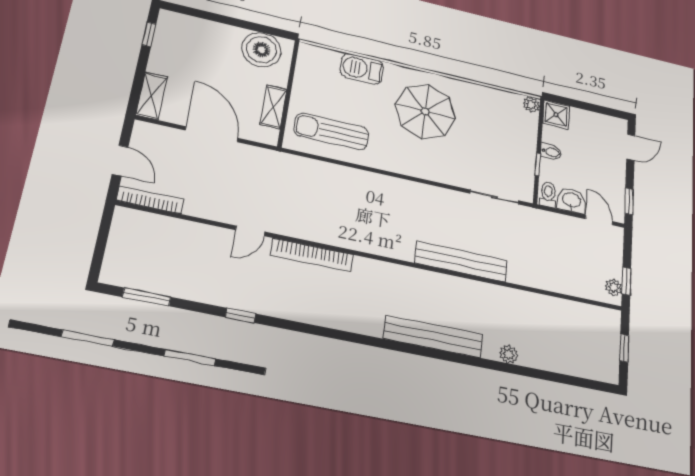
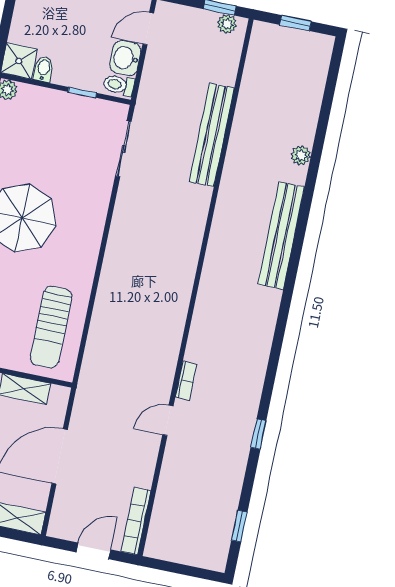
bidet: (551, 152) -> (44, 69), moved
door: (250, 231) -> (168, 420), swing flipped
bookcase: (312, 255) -> (186, 381), width x0.43, depth x0.76
bench: (461, 262) -> (212, 135), moved
window: (147, 297) -> (239, 526), width x0.67

